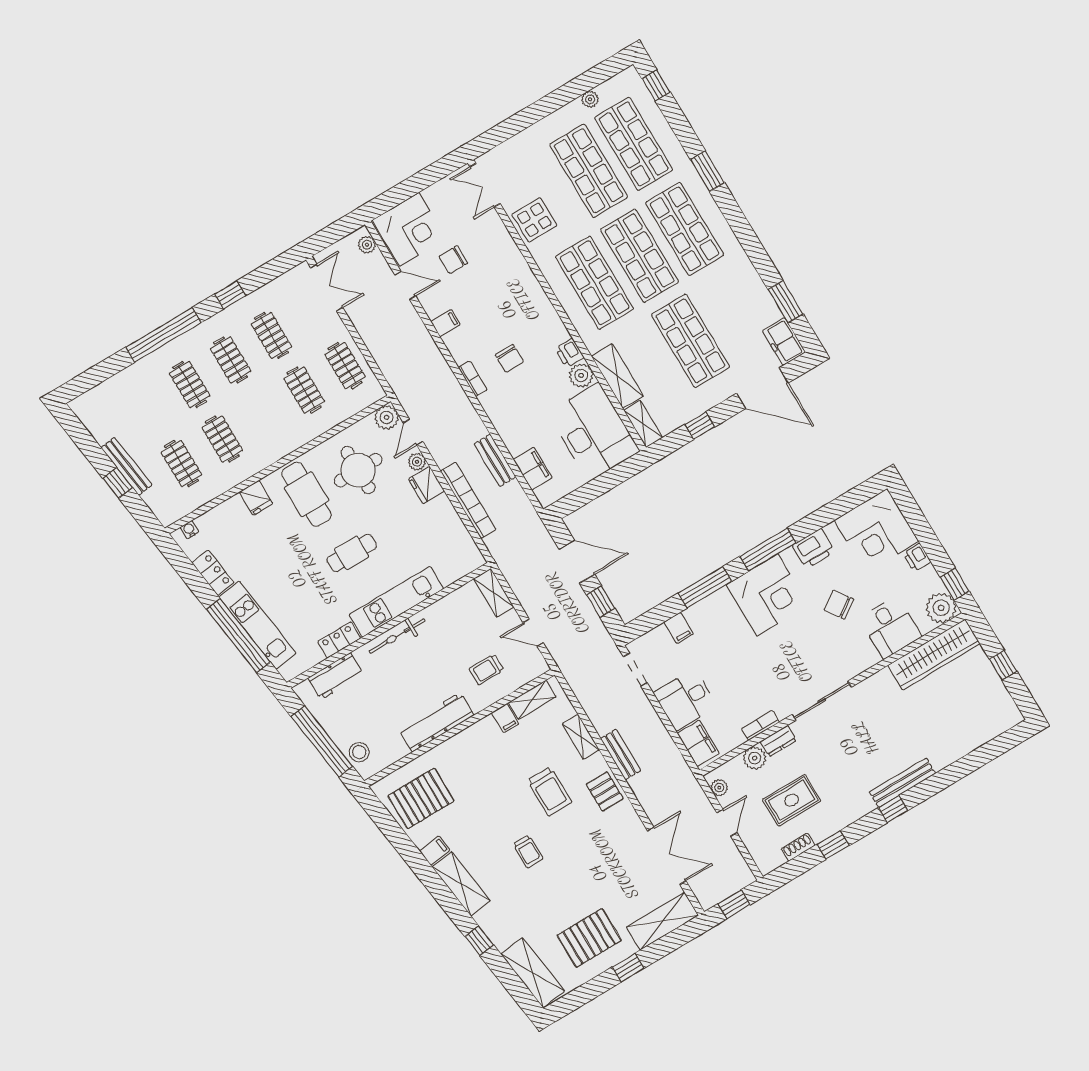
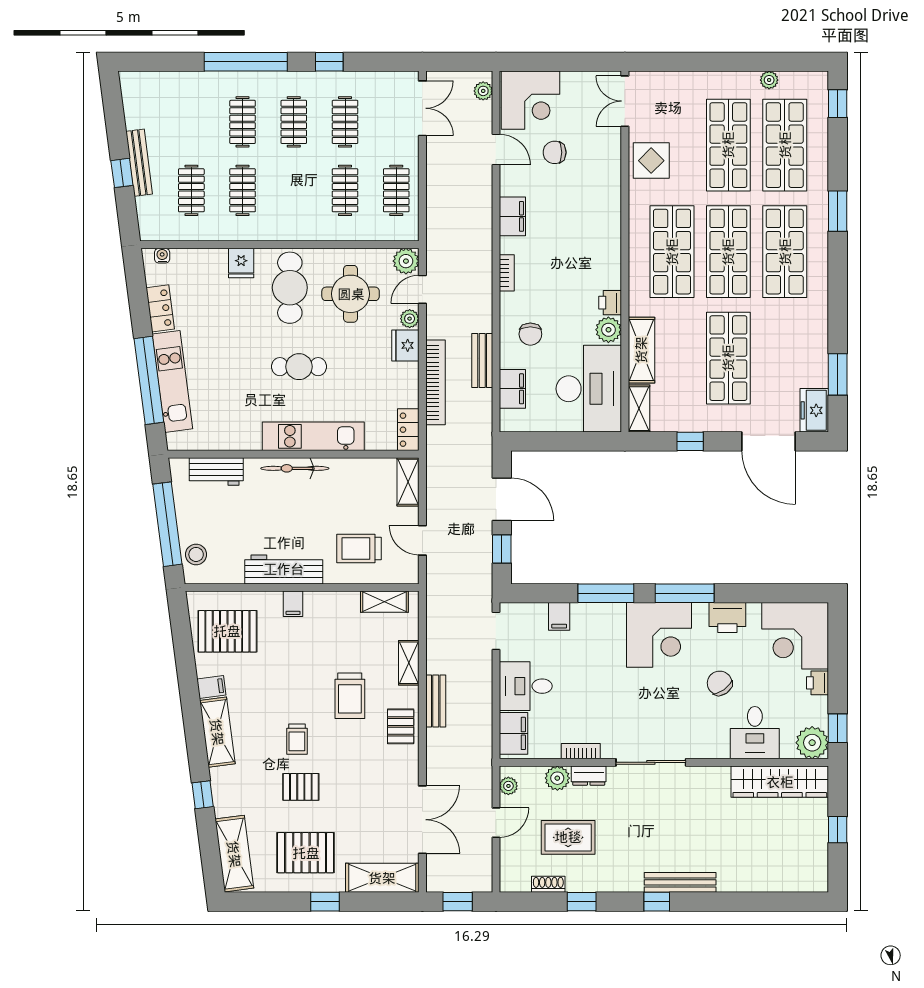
filing cabinet: (446, 323) -> (512, 216), width x2.00
chair: (509, 358) -> (530, 334), moved
locker: (339, 640) -> (408, 430), moved, turned -90
trolley: (486, 669) -> (359, 549), width x1.36, depth x1.39
filing cabinet: (505, 718) -> (293, 604), moved
pallet: (554, 888) -> (301, 787), added

